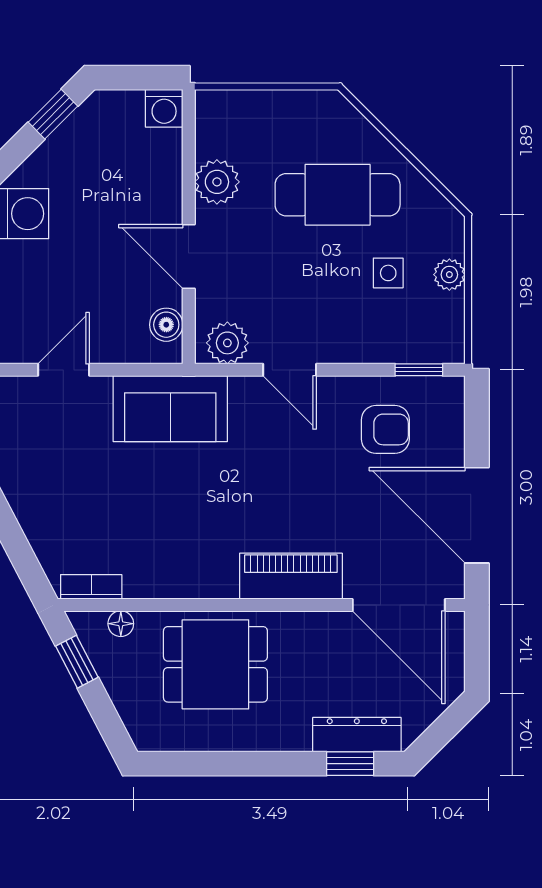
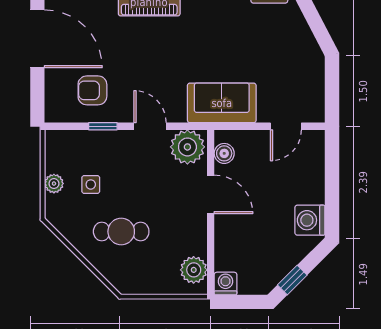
plant: (217, 182) -> (194, 270), moved
cafe table: (338, 195) -> (121, 232), width x0.73, depth x0.74
plant: (227, 343) -> (187, 147), width x1.36, depth x1.36
window: (419, 370) -> (103, 126), moved

